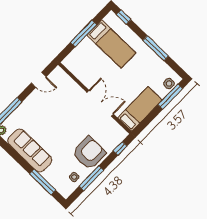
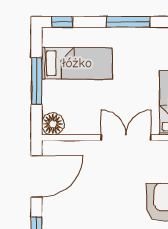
floor lamp: (71, 62) -> (53, 124), added
door: (39, 80) -> (37, 176), width x1.88

